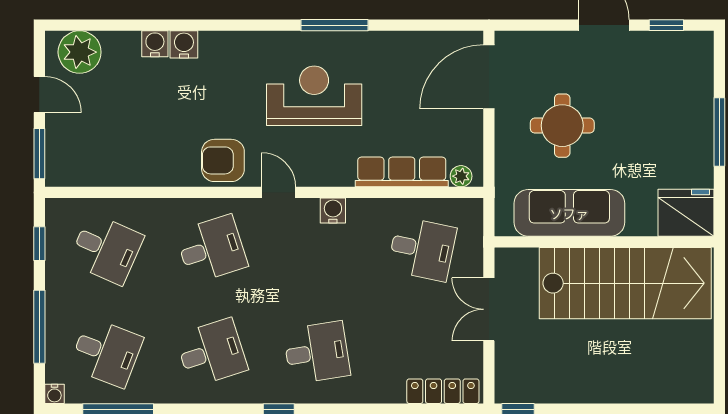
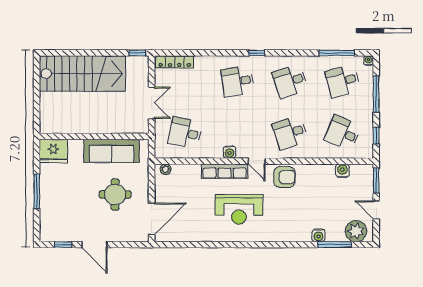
window: (334, 25) -> (334, 245), moved
water cooler: (184, 44) -> (342, 171), moved, turned 180
row of seats: (402, 172) -> (225, 171), moved
stairs: (625, 283) -> (82, 74), moved, turned 180
desk: (106, 353) -> (343, 81), turned -36

